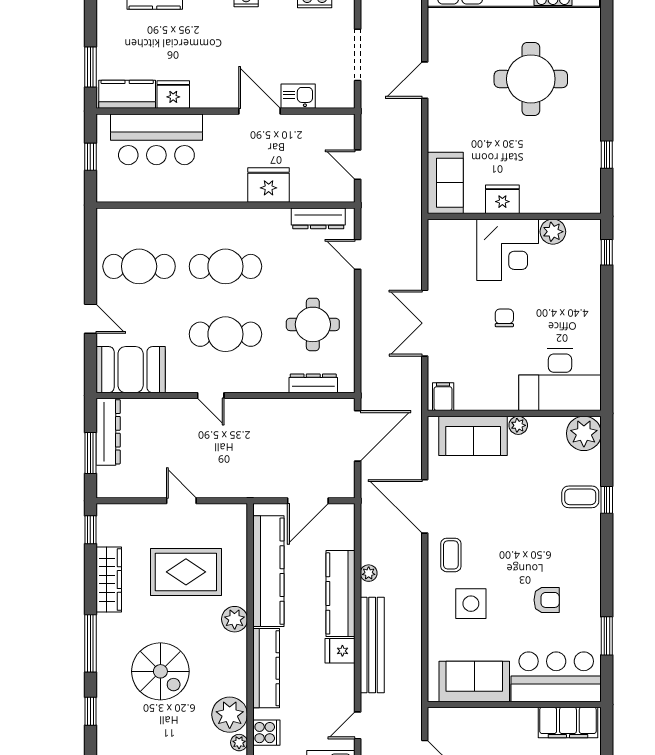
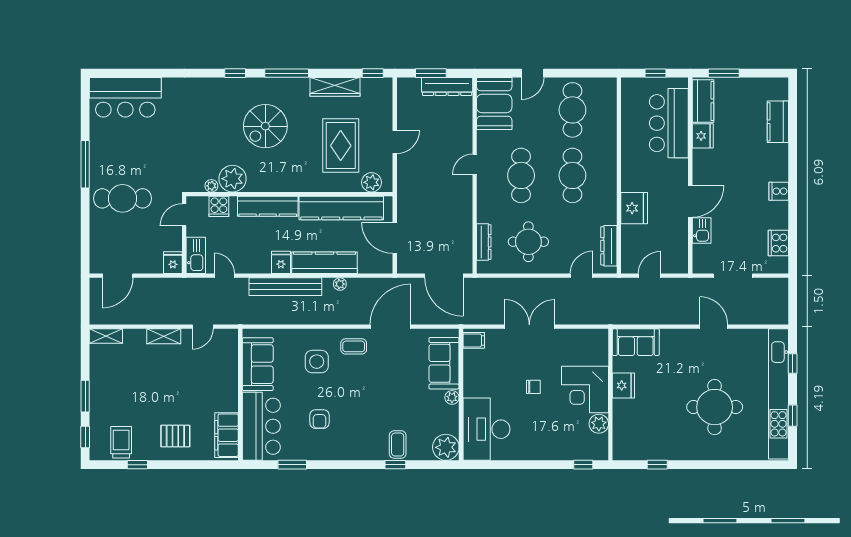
plant: (235, 619) -> (372, 182), moved

